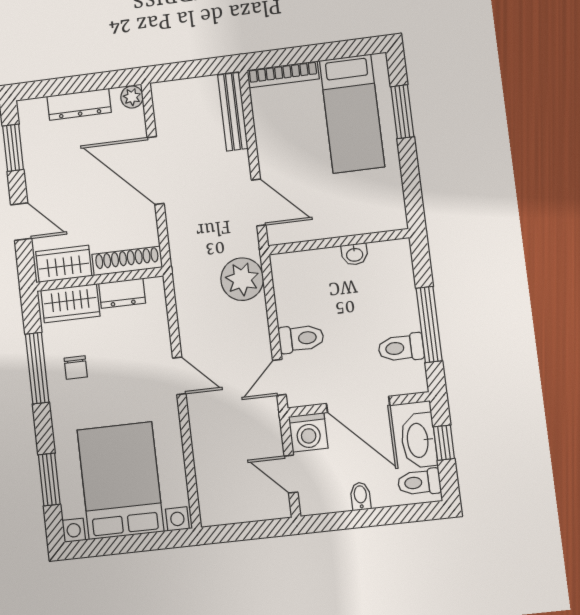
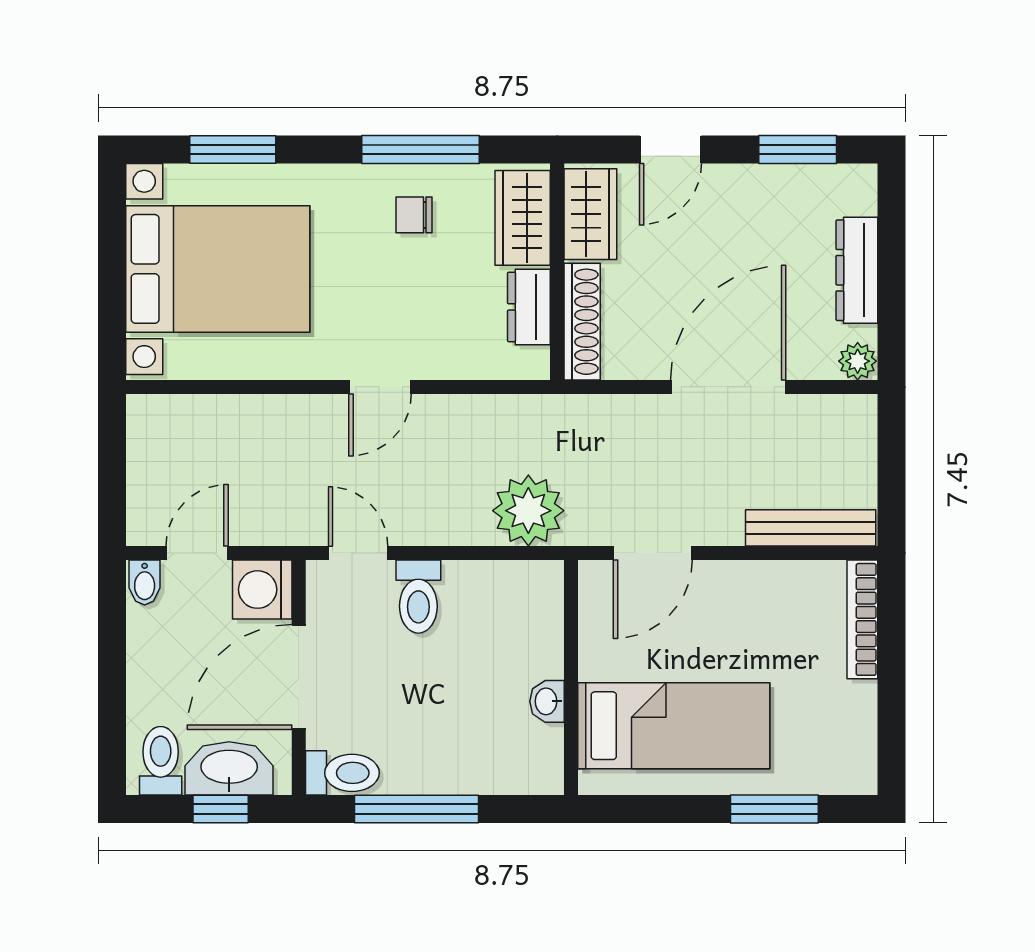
bed: (352, 114) -> (674, 726), moved, turned 180
toilet: (401, 348) -> (342, 773), moved, turned 90
bidet: (361, 496) -> (145, 583), moved, turned 90

